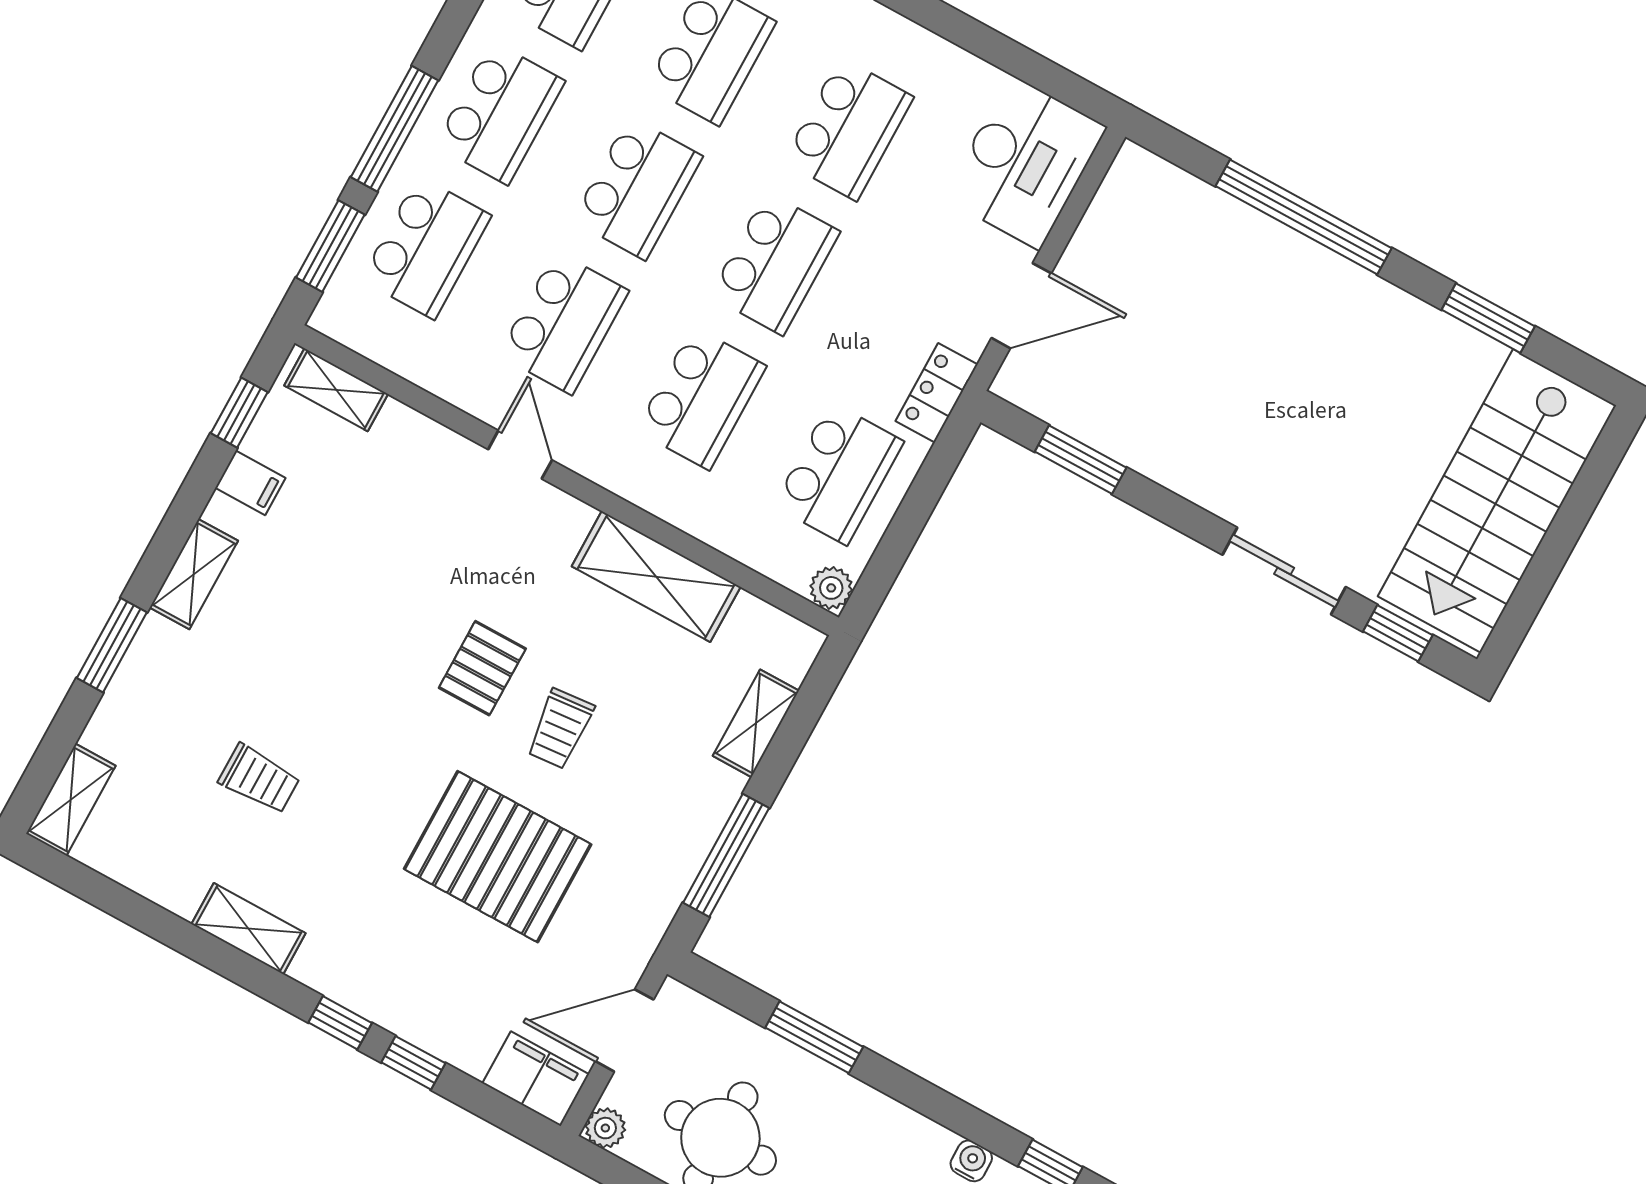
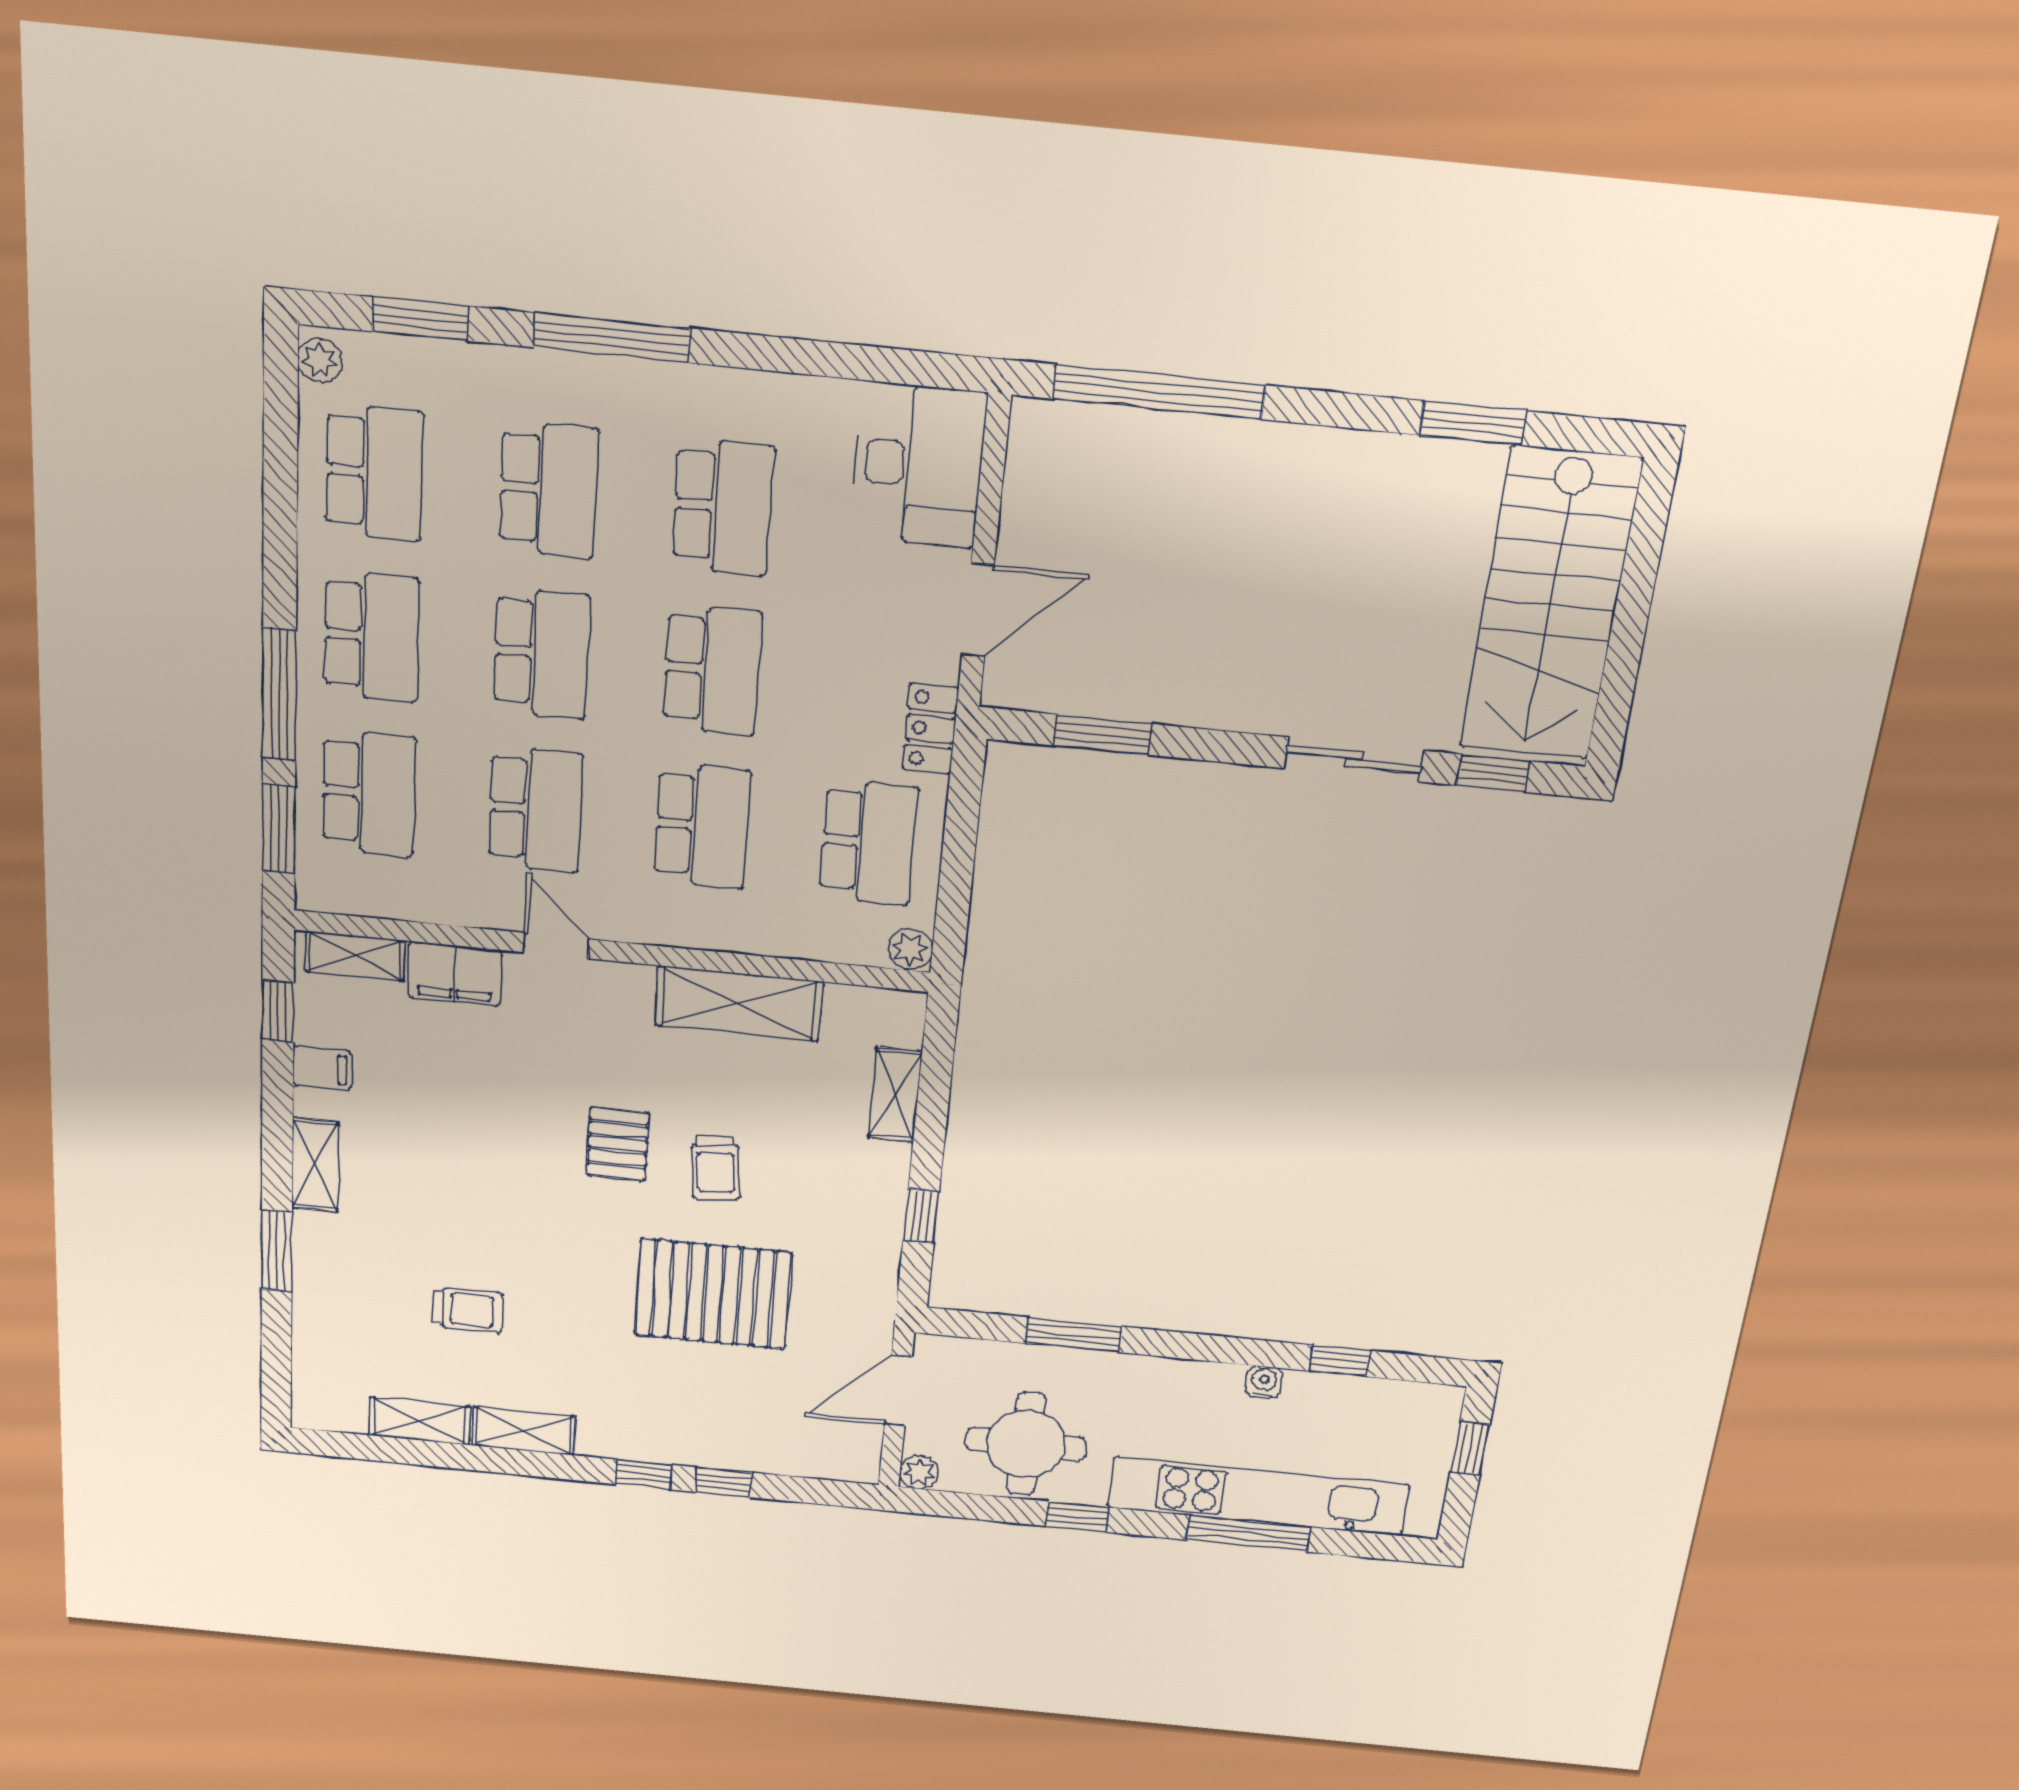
window: (1304, 217) -> (1159, 392), moved
shelving: (71, 800) -> (420, 1421), moved, turned 90
window: (726, 855) -> (921, 1216), width x0.46
filing cabinet: (536, 1079) -> (455, 974), moved, turned 180

